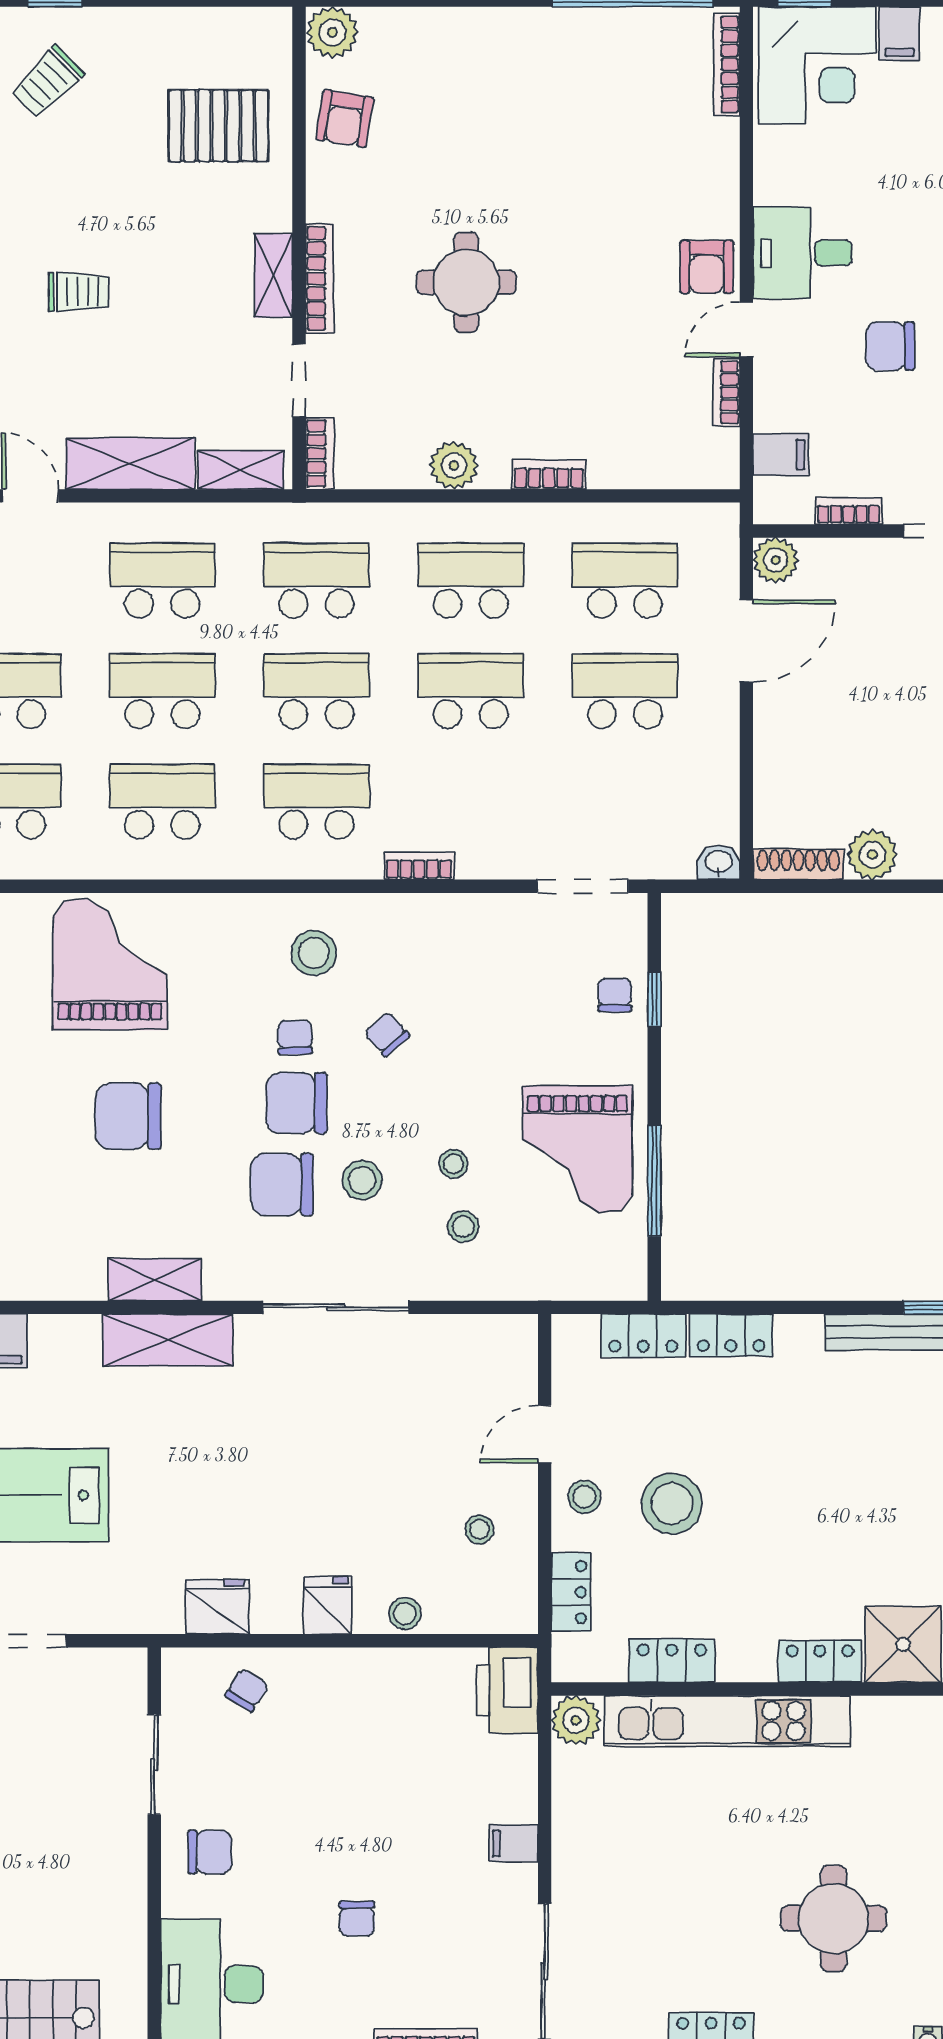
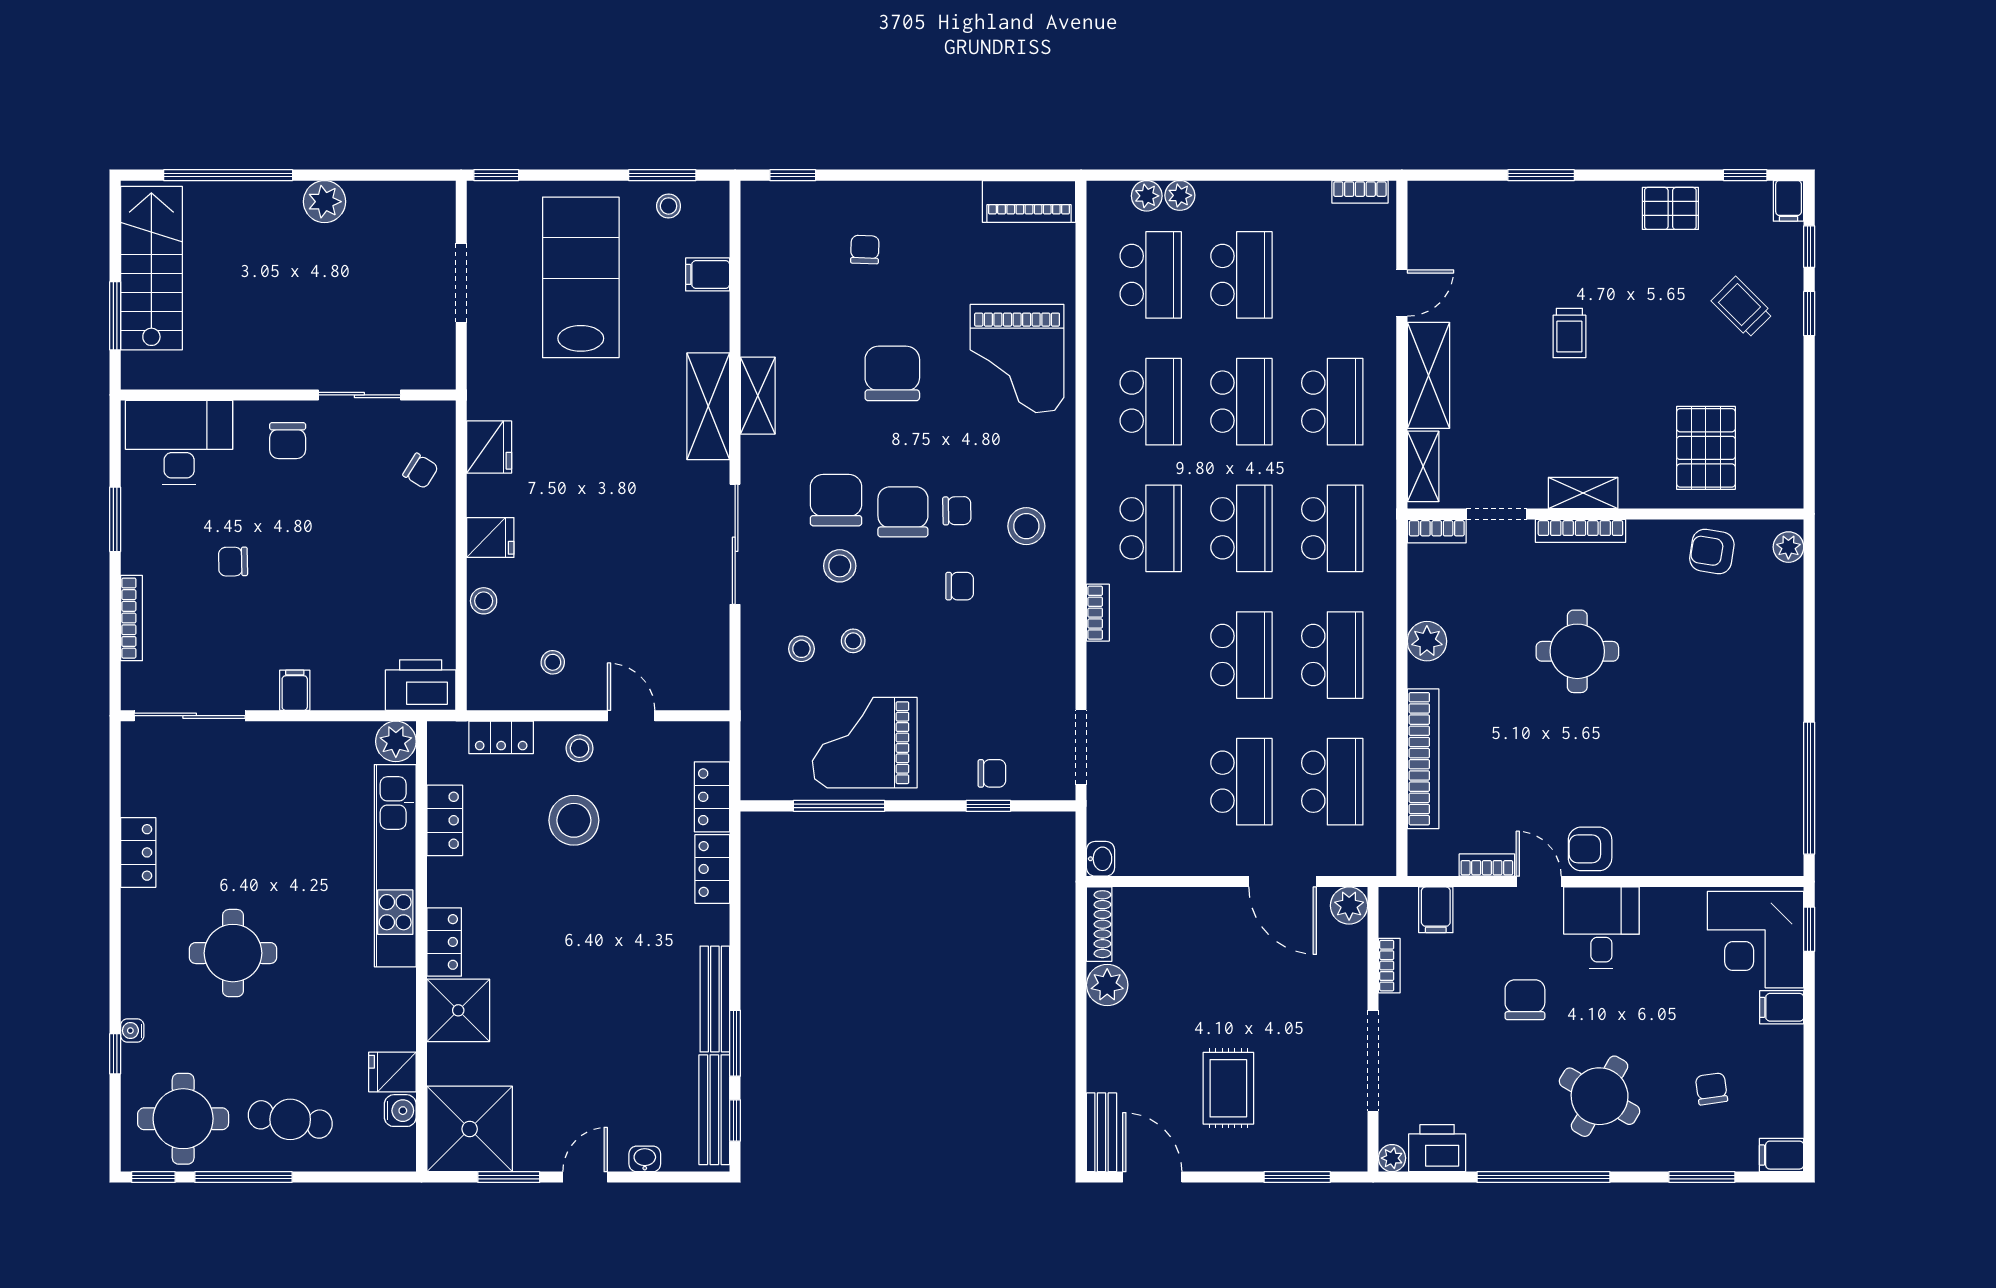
plant: (332, 32) -> (1788, 547), width x0.73, depth x0.73
bookcase: (727, 64) -> (1756, 865), removed
bookcase: (549, 475) -> (1423, 759), width x2.31, depth x1.31
grand piano: (110, 964) -> (1017, 359), turned 90
chair: (387, 1034) -> (960, 586), turned 42

